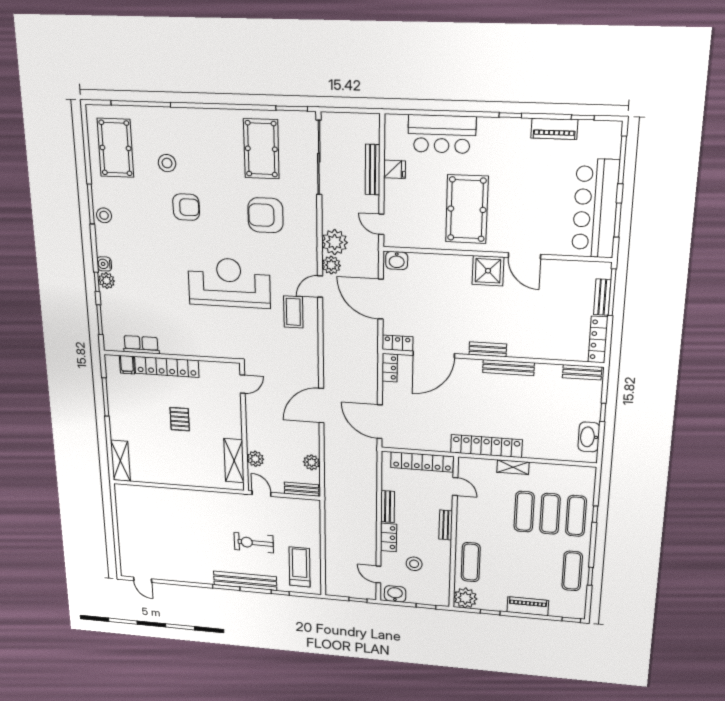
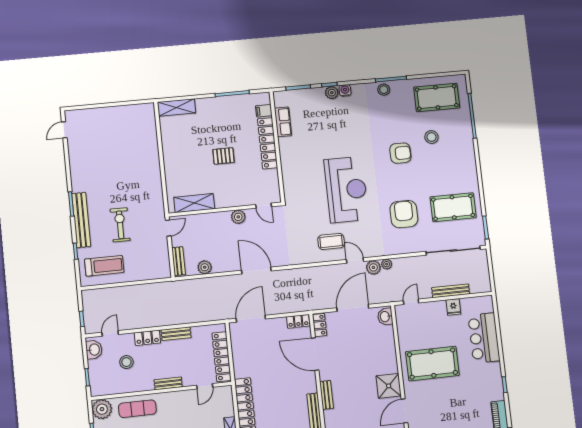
armchair: (186, 207) -> (400, 153), turned -90
plant: (335, 242) -> (387, 264), width x0.53, depth x0.53
plant: (255, 459) -> (238, 217), moved

